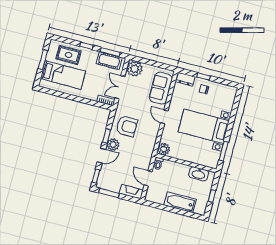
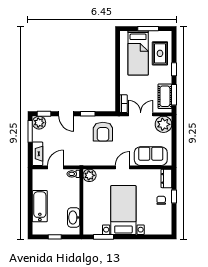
plant: (113, 145) -> (39, 123), moved

